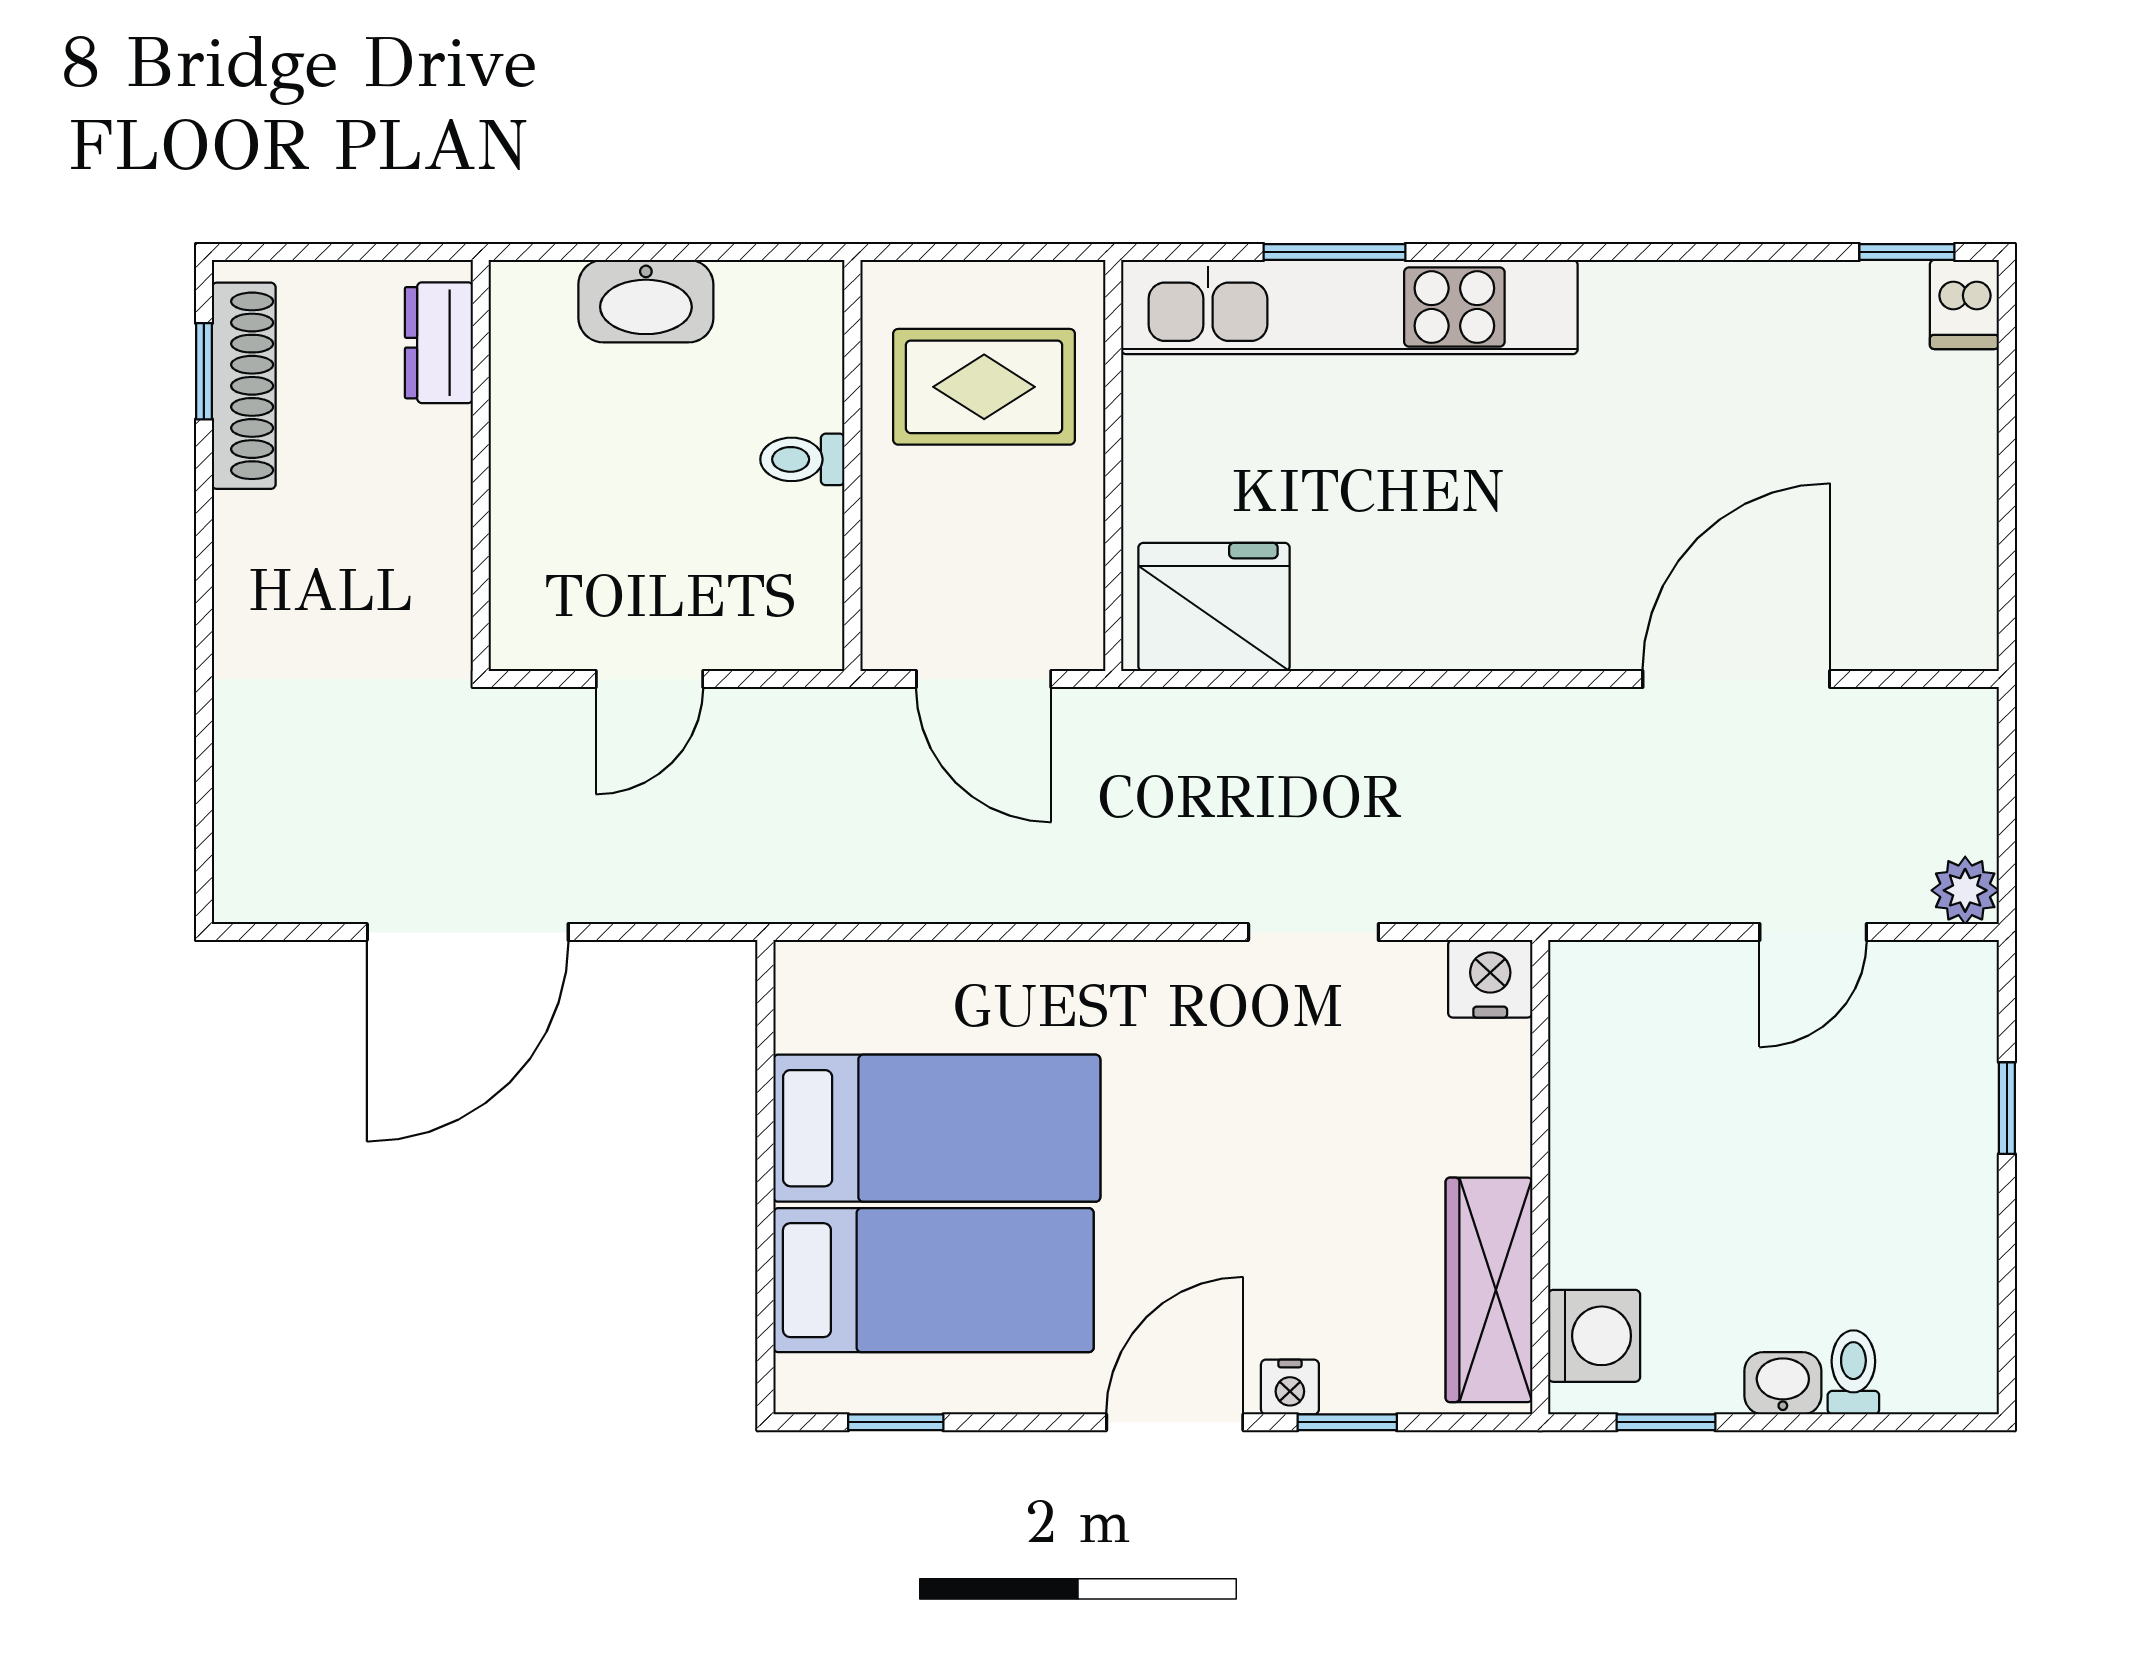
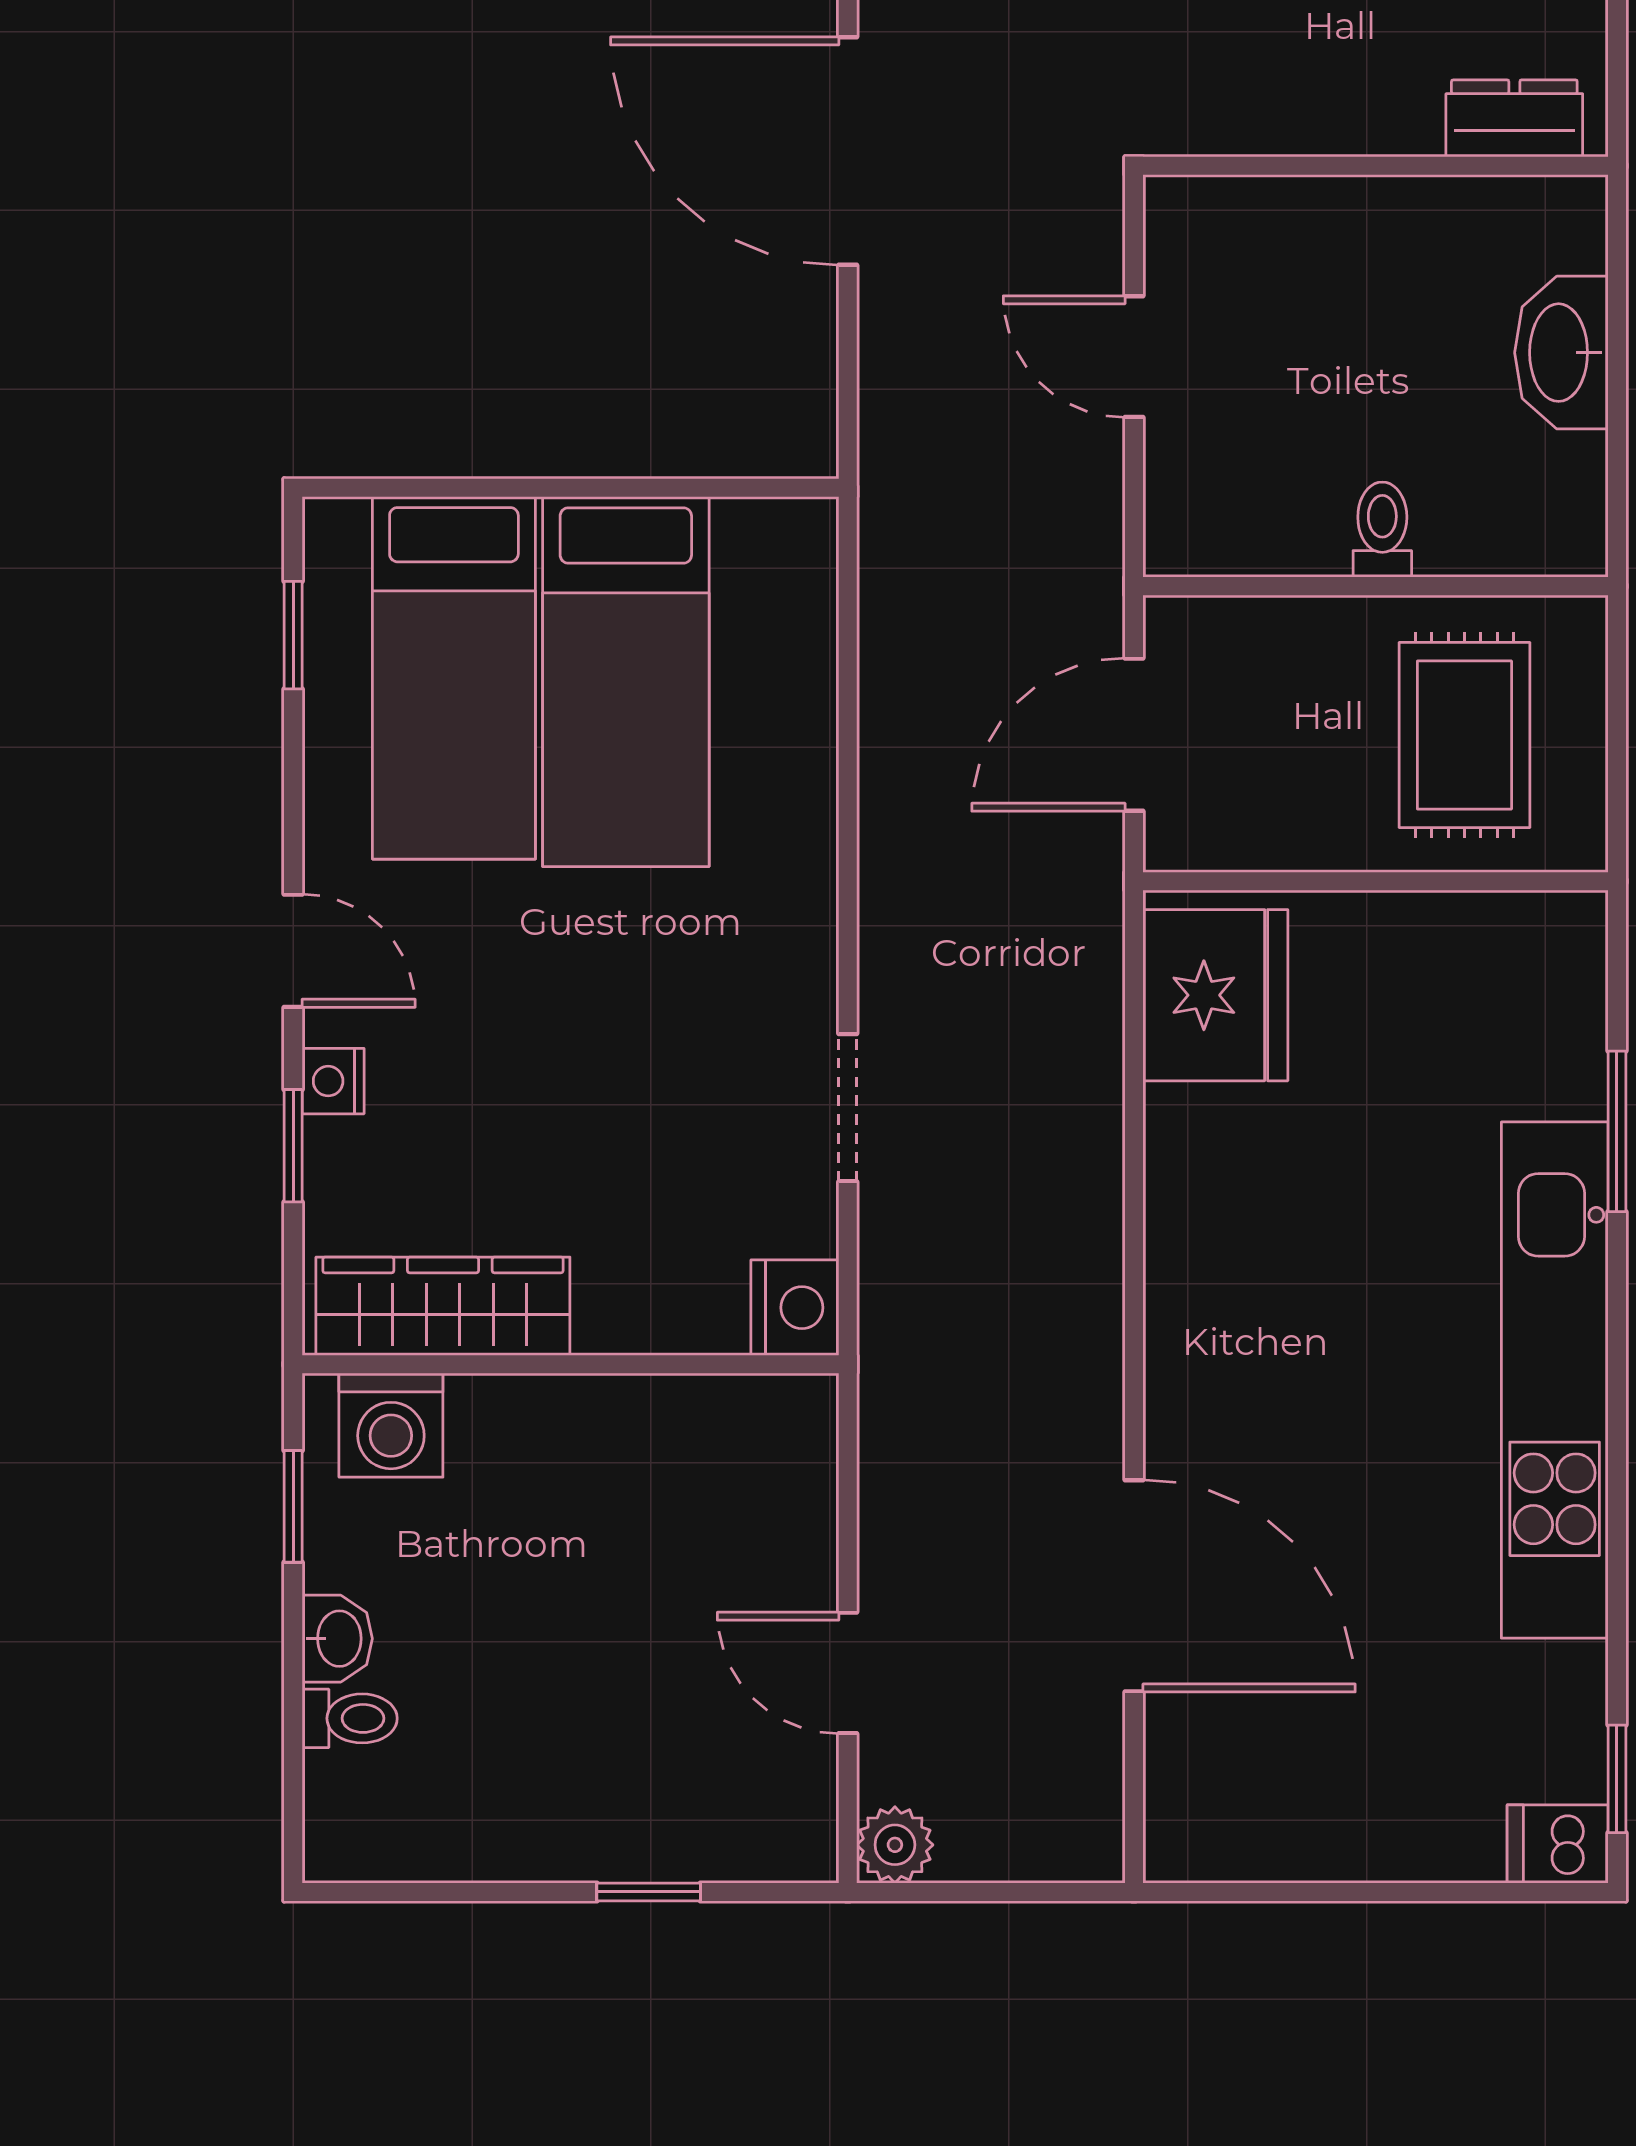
kitchen unit: (1349, 307) -> (1555, 1380), moved
door: (1175, 1422) -> (293, 951), width x0.73

